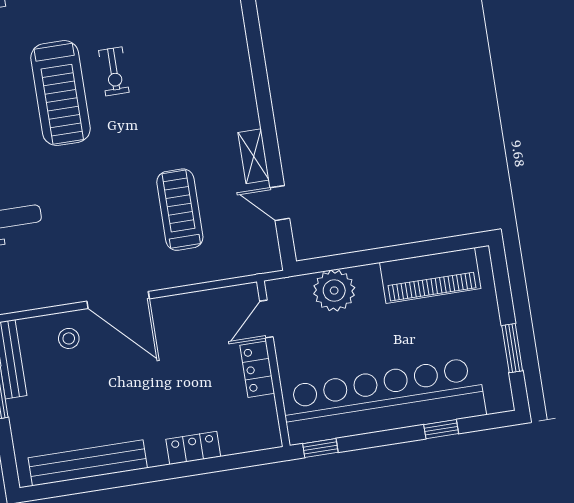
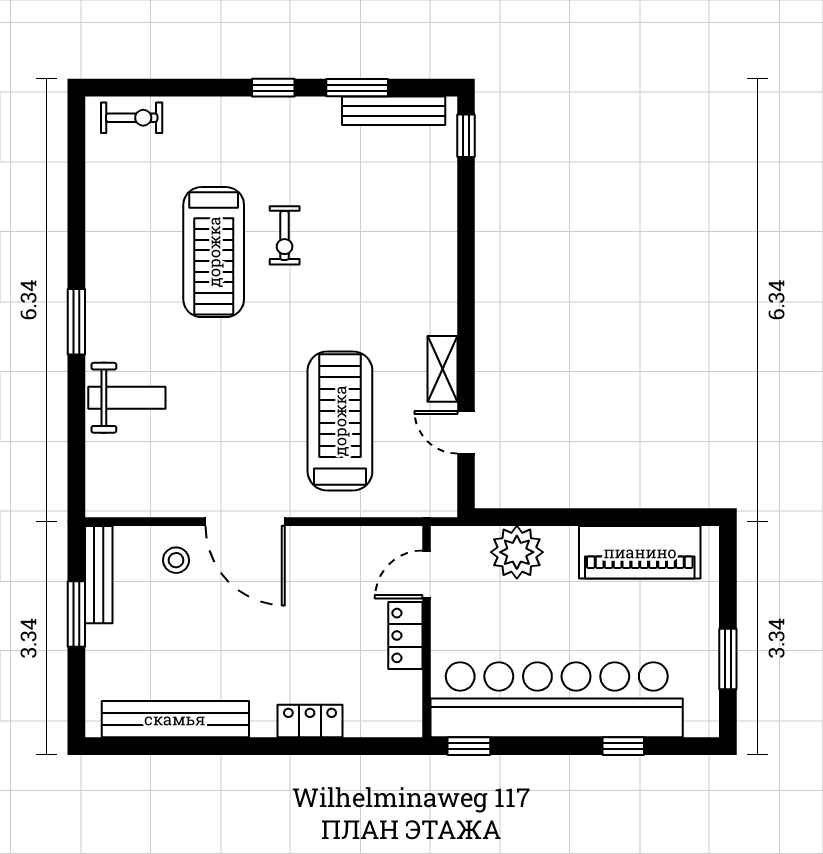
treadmill: (180, 210) -> (340, 421), width x1.37, depth x1.38

